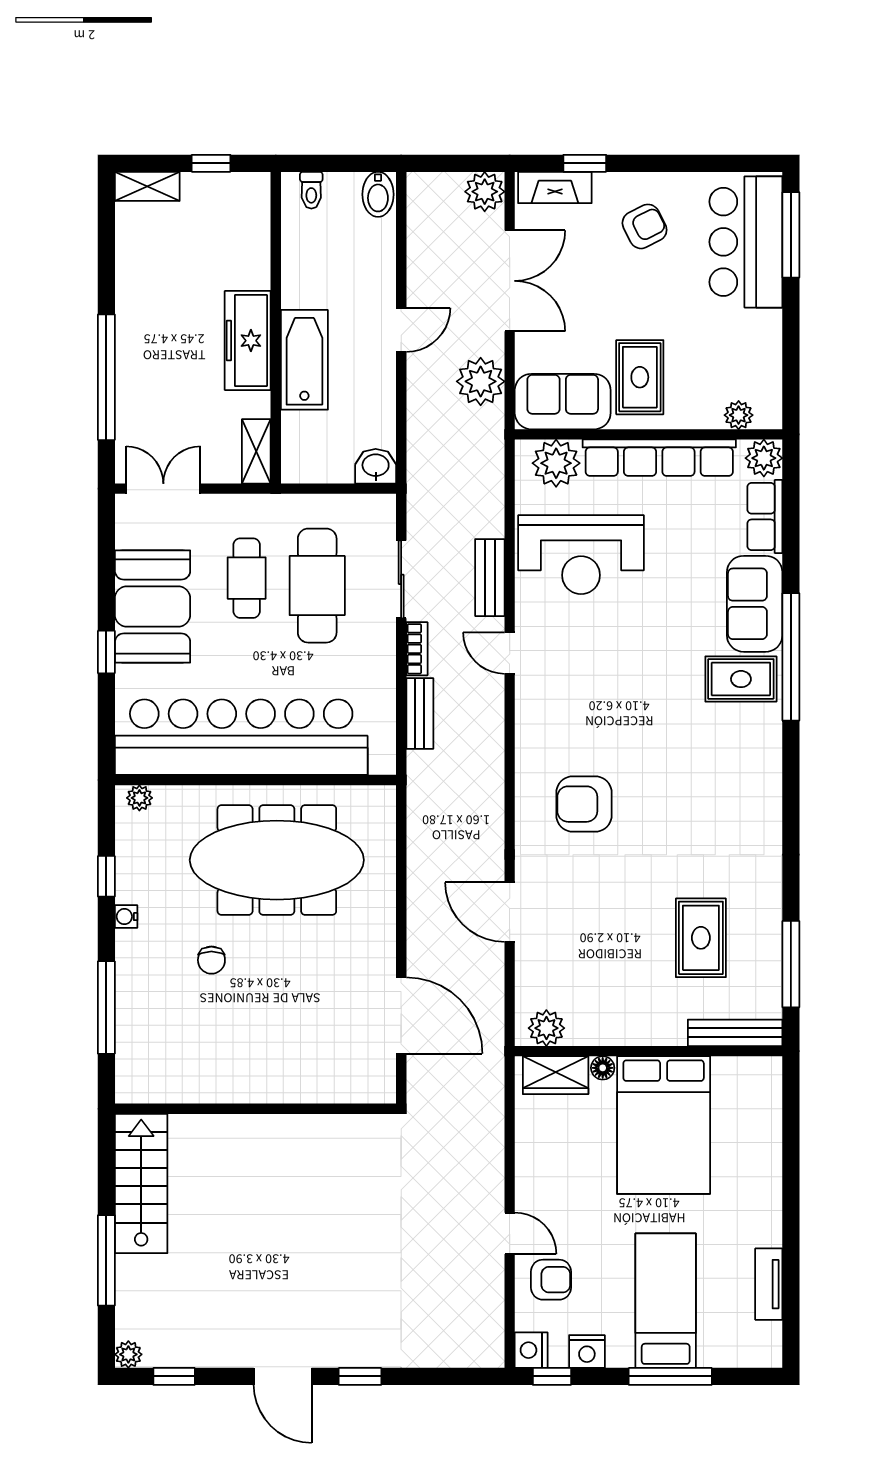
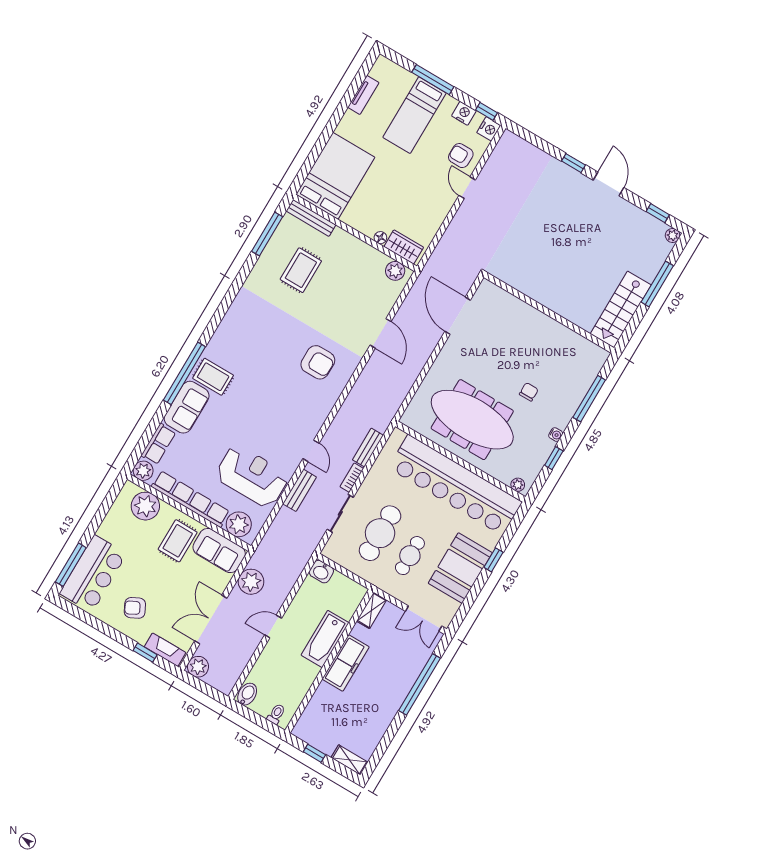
plant: (739, 415) -> (145, 506), width x1.88, depth x1.88
bed: (664, 1125) -> (335, 176), moved

